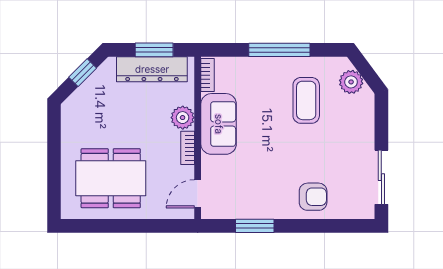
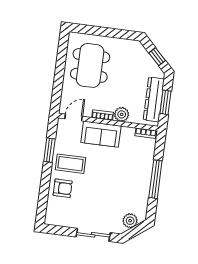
coffee table: (306, 100) -> (70, 164), moved
sofa: (219, 124) -> (101, 134), moved
sliding door: (381, 177) -> (93, 235), moved
door: (198, 194) -> (74, 118), hinge flipped
armchair: (313, 197) -> (63, 188), turned -90

